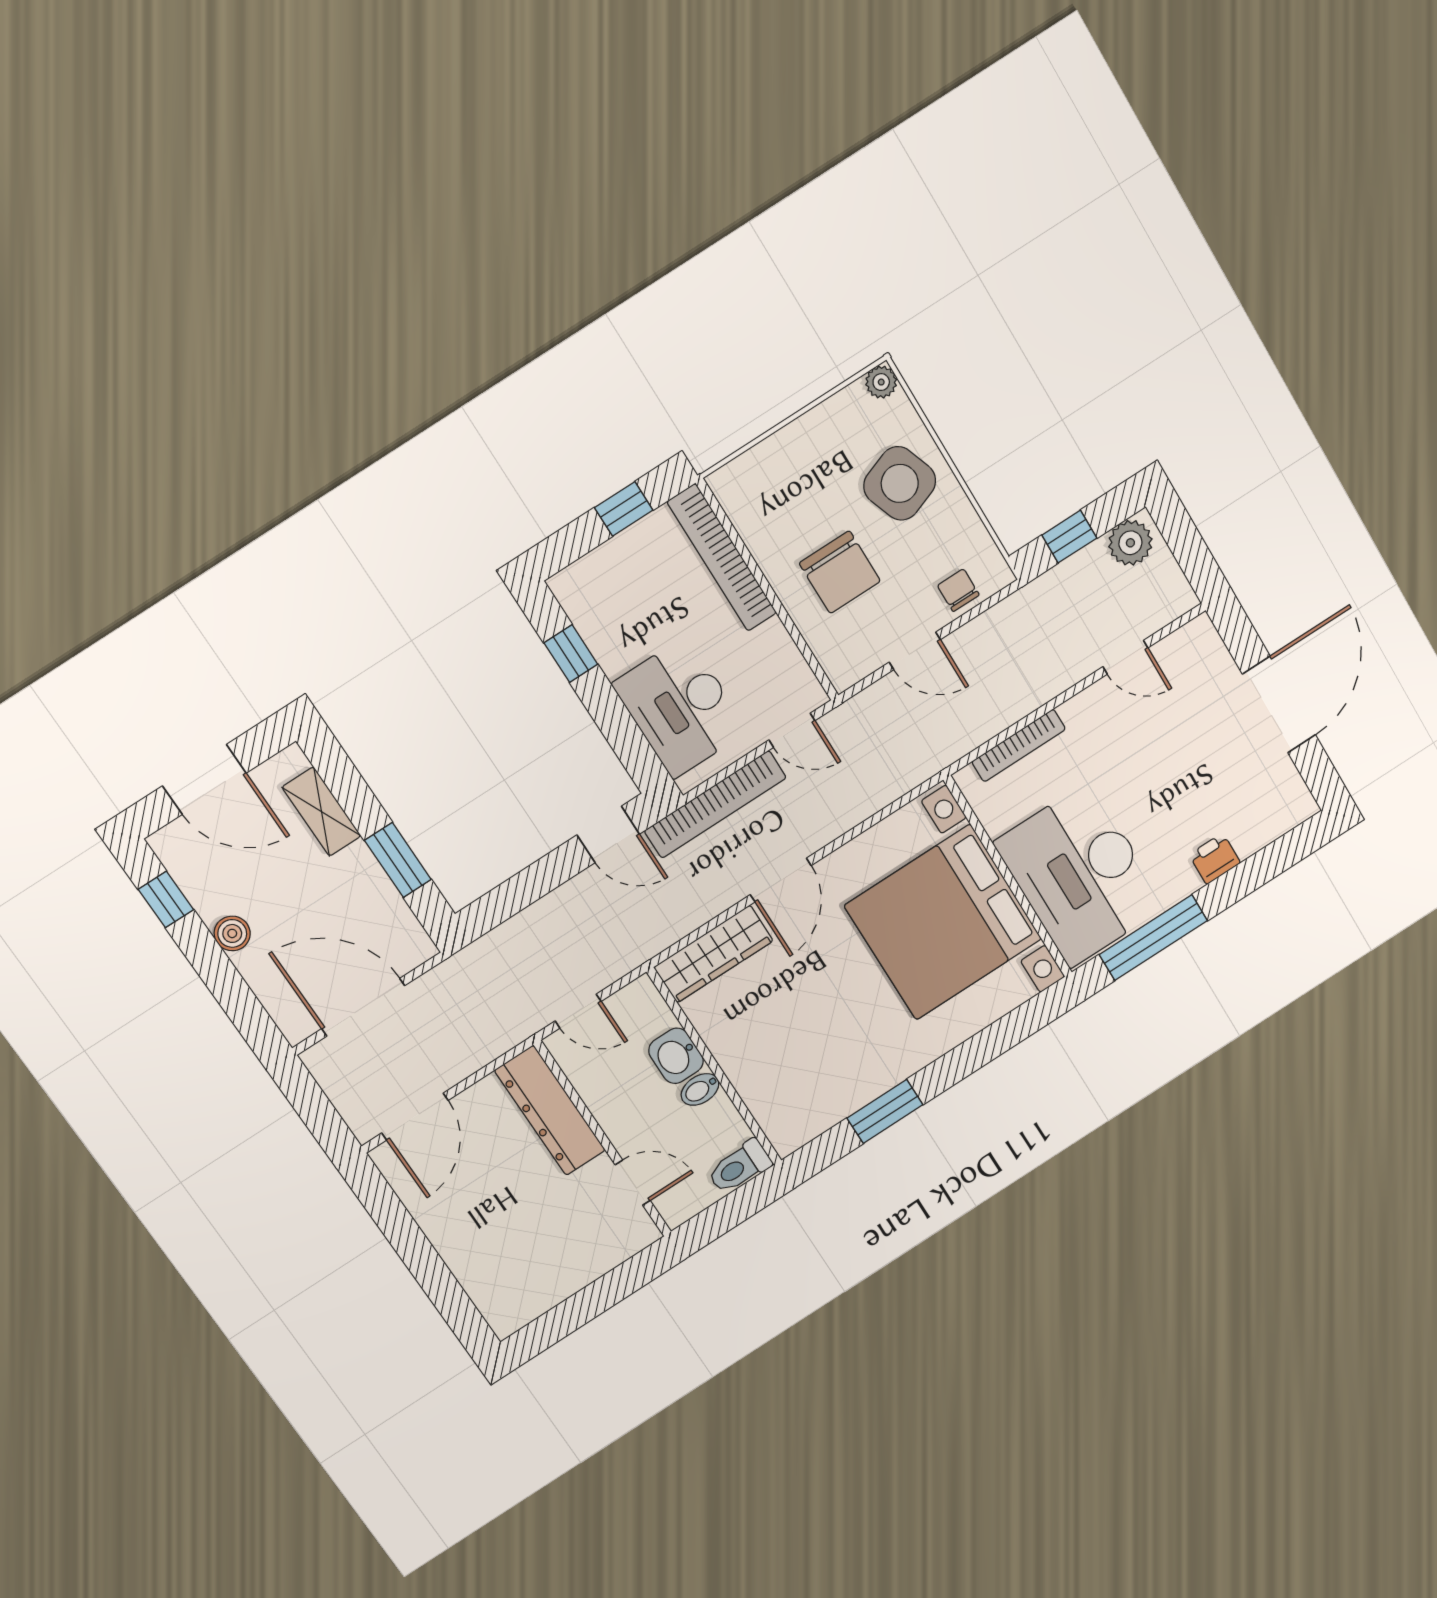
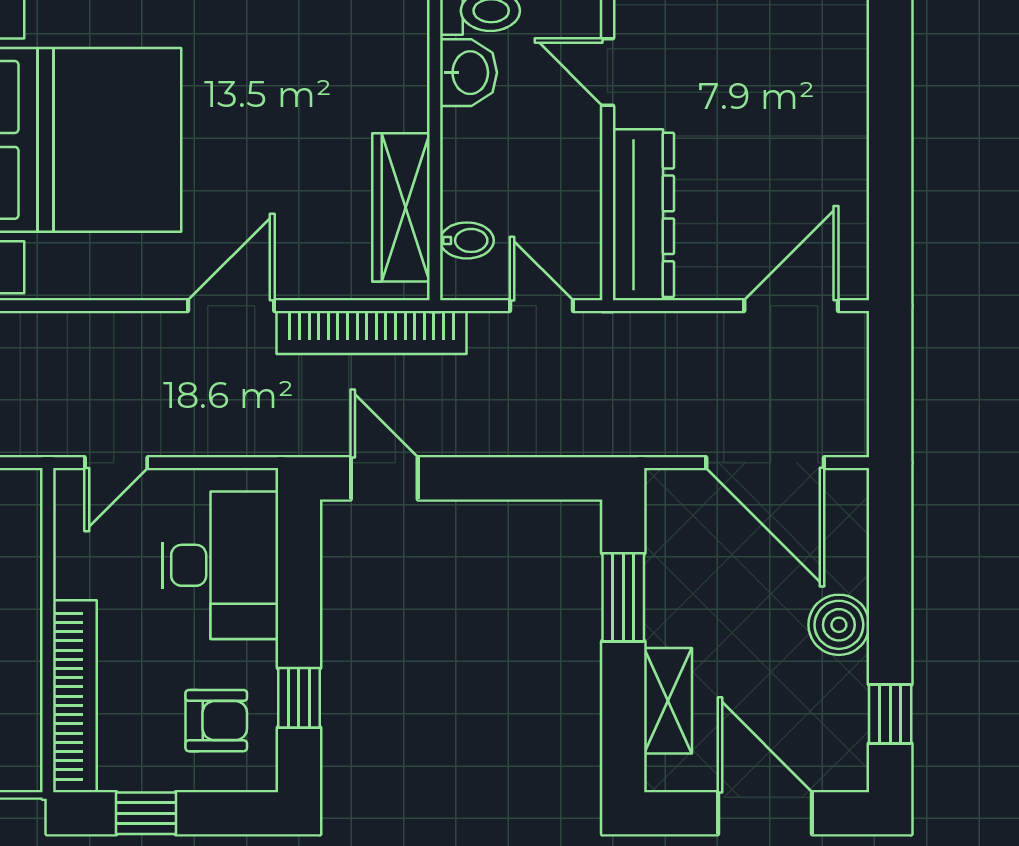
armchair: (617, 602) -> (216, 721), added
door: (792, 730) -> (116, 463), swing flipped
bookcase: (715, 804) -> (372, 332), moved, turned 180
boiler: (232, 933) -> (839, 625), width x1.36, depth x1.36
wardrobe: (714, 954) -> (401, 207), moved, turned -90
washbasin: (676, 1056) -> (469, 73), moved
bidet: (700, 1089) -> (467, 240), moved

